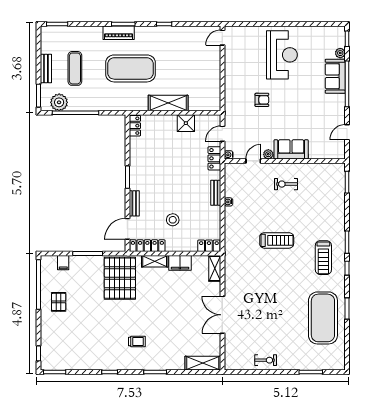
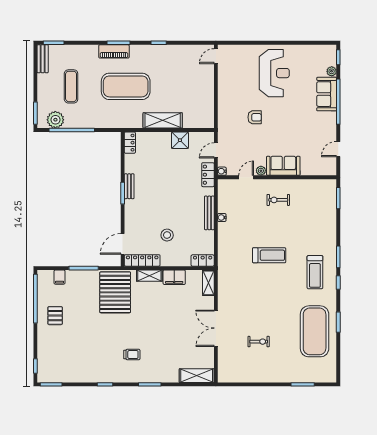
bench: (46, 69) -> (43, 59), moved
bench: (216, 193) -> (209, 213), width x1.36
bench: (134, 203) -> (129, 186), moved
exercise bike: (266, 360) -> (259, 342), moved

